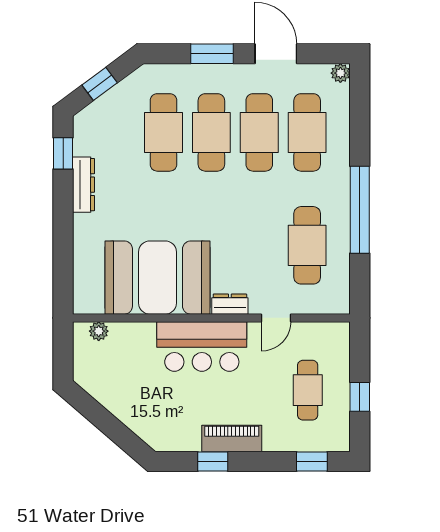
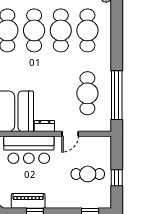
window: (360, 210) -> (117, 95), moved
cafe table: (308, 390) -> (88, 174), turned 90
piano: (232, 438) -> (28, 201), moved

